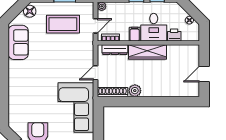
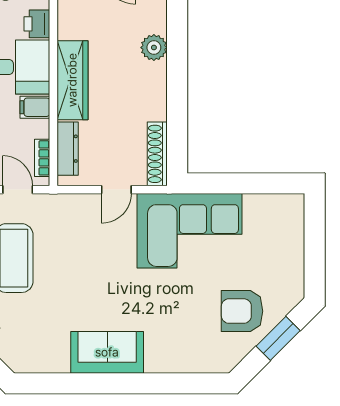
sofa: (18, 42) -> (107, 352), moved
door: (95, 73) -> (116, 190), hinge flipped
plant: (135, 91) -> (154, 48), moved

